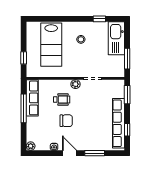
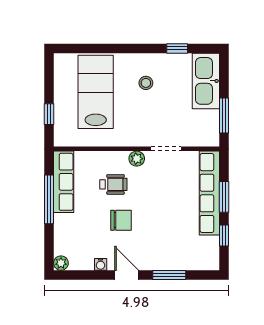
lab bench: (51, 45) -> (96, 92), turned 180
window: (127, 95) -> (224, 197), moved
row of seats: (118, 123) -> (209, 193), moved

